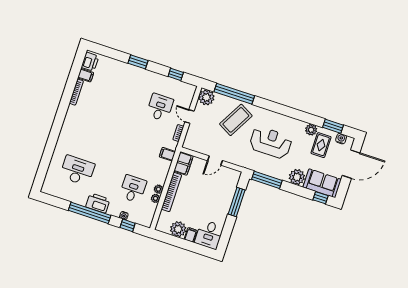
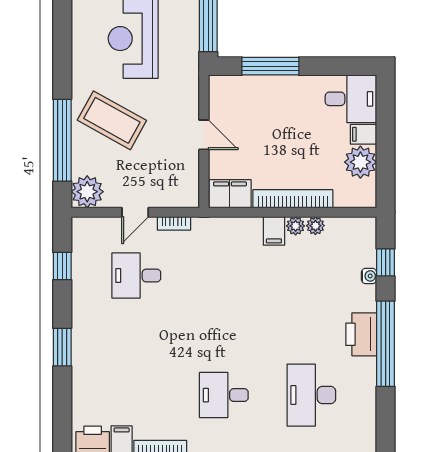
filing cabinet: (167, 154) -> (274, 231), moved
desk: (133, 189) -> (224, 395), moved

